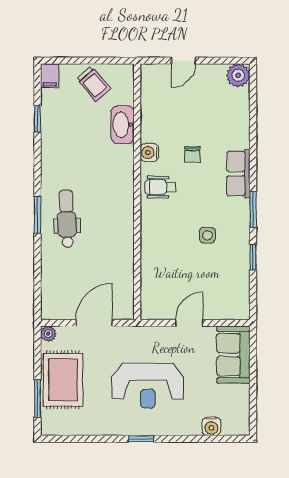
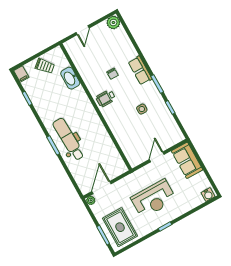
water cooler: (149, 153) -> (91, 84), removed
dental chair: (67, 219) -> (69, 139), width x1.36, depth x1.38
door: (94, 323) -> (101, 188), moved
rug: (63, 380) -> (120, 227), moved
water cooler: (211, 426) -> (208, 195), moved

